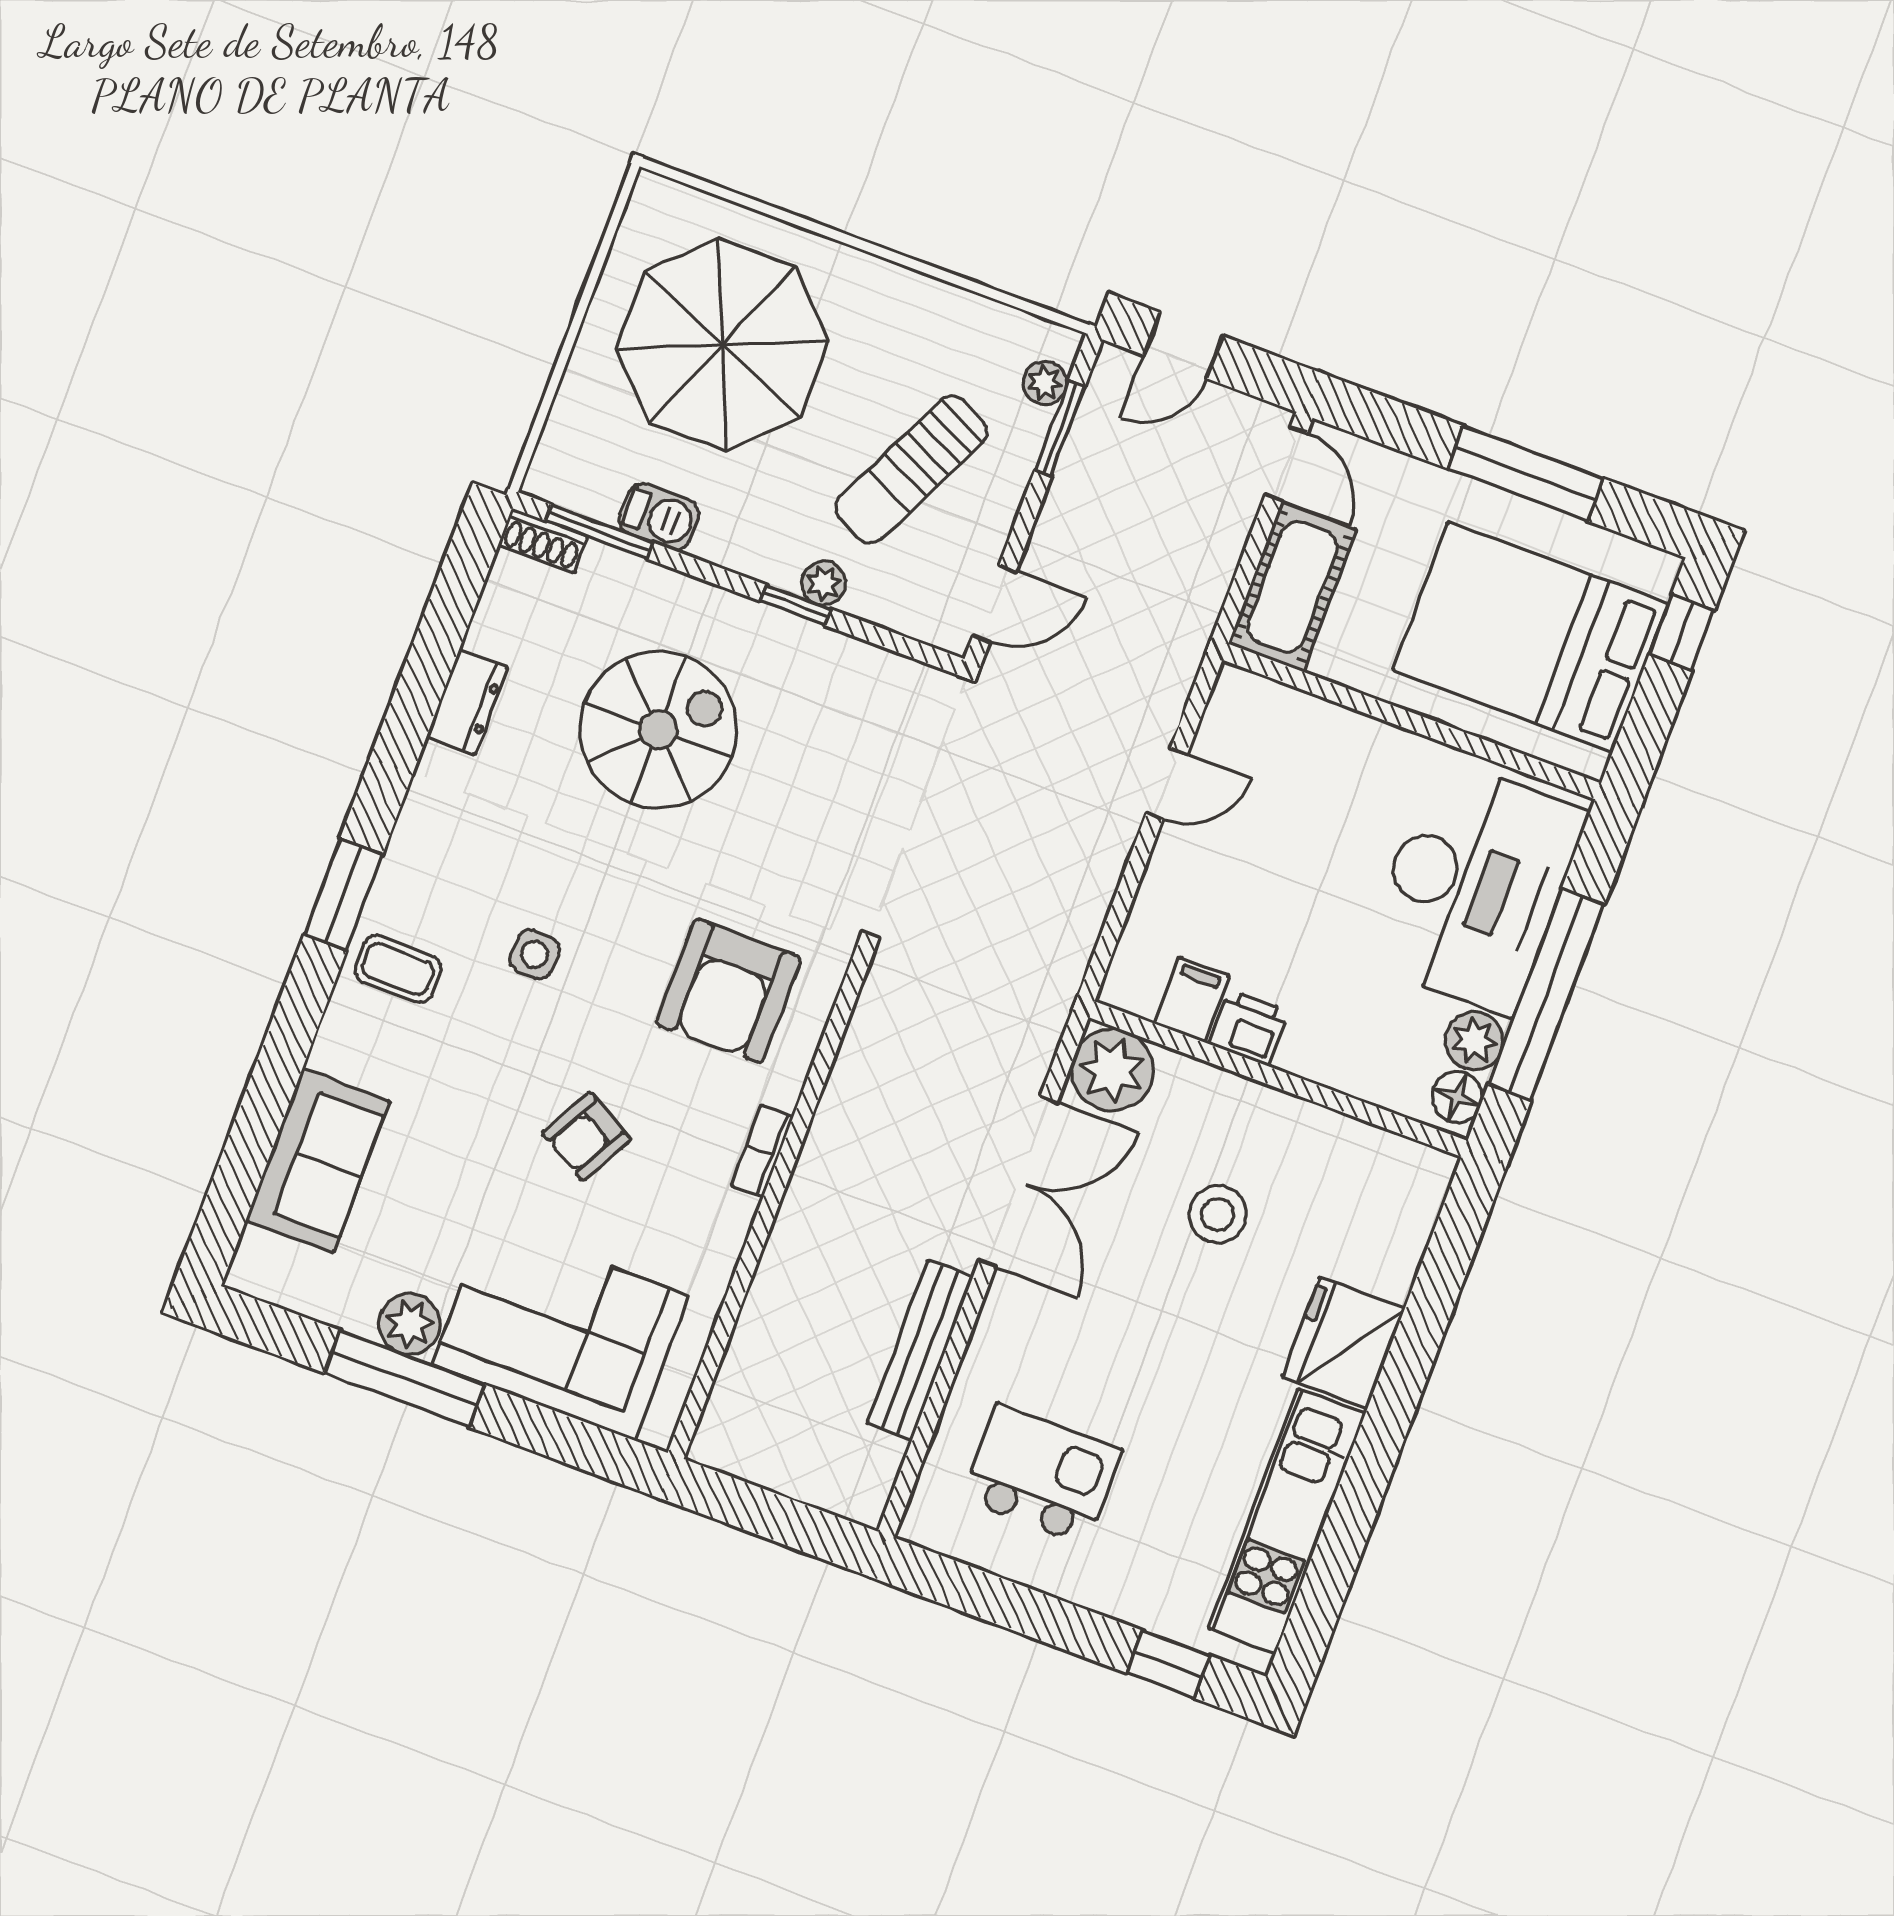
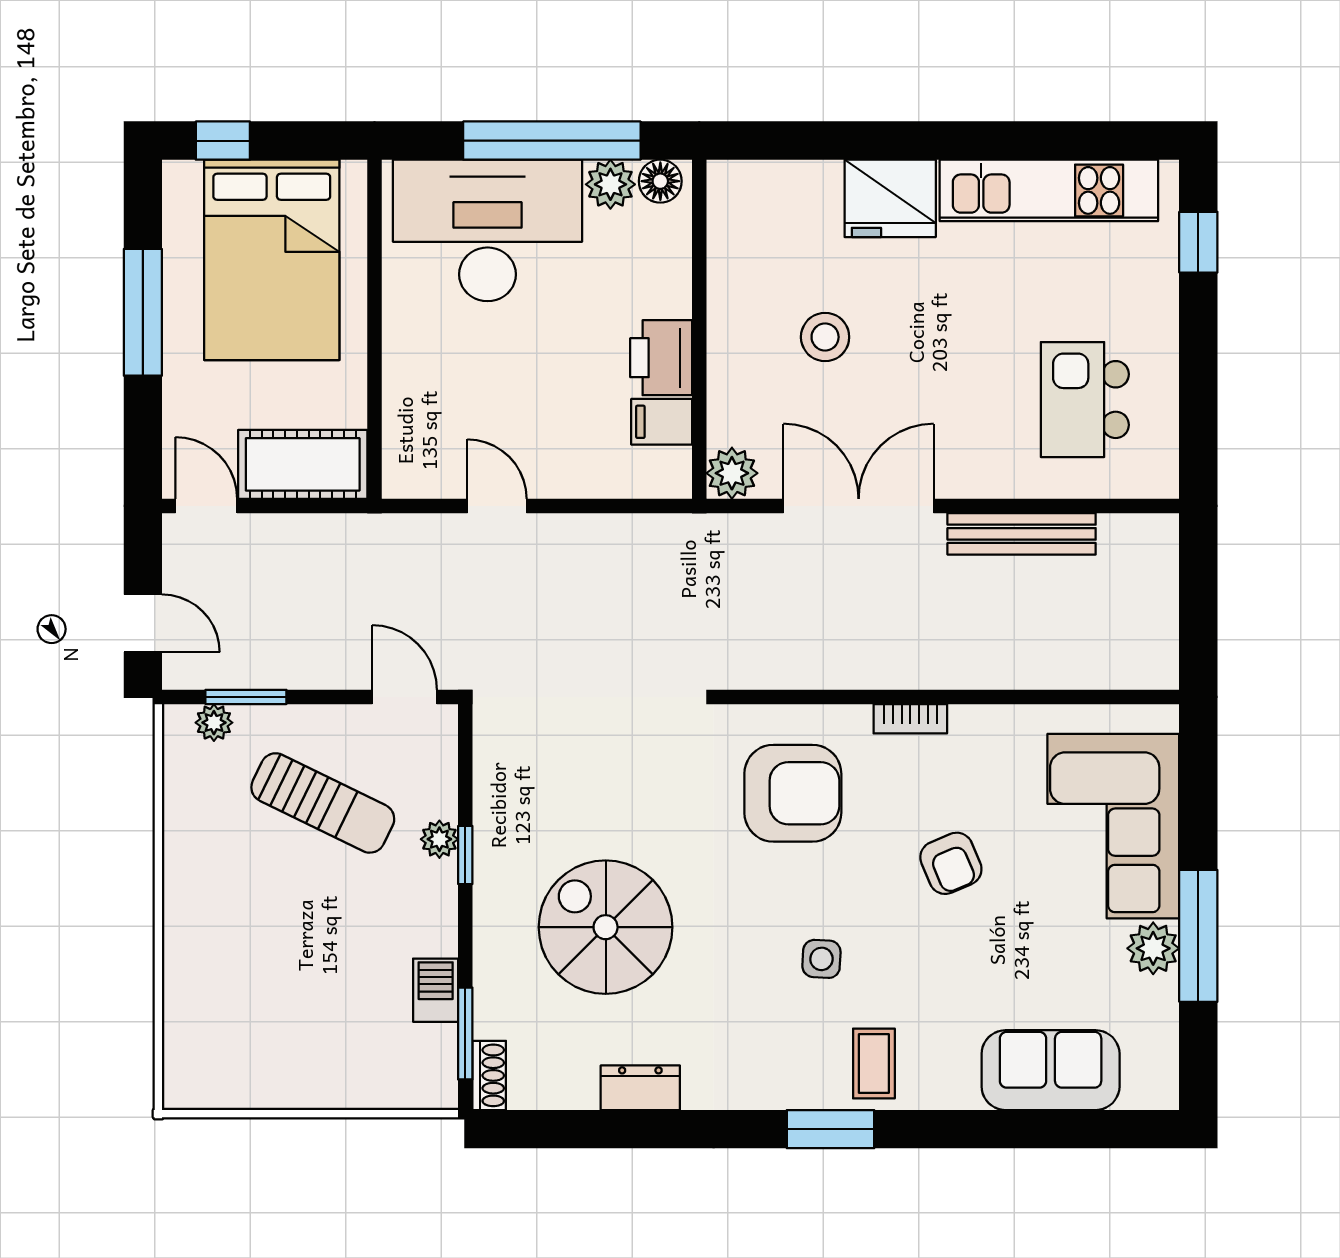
parasol: (722, 345) -> (280, 991), removed
door: (1286, 464) -> (206, 506), hinge flipped
printer: (1249, 1028) -> (661, 358), width x1.36, depth x1.24
plant: (1112, 1070) -> (732, 473), width x0.73, depth x0.73
armchair: (586, 1136) -> (951, 863), turned 38

